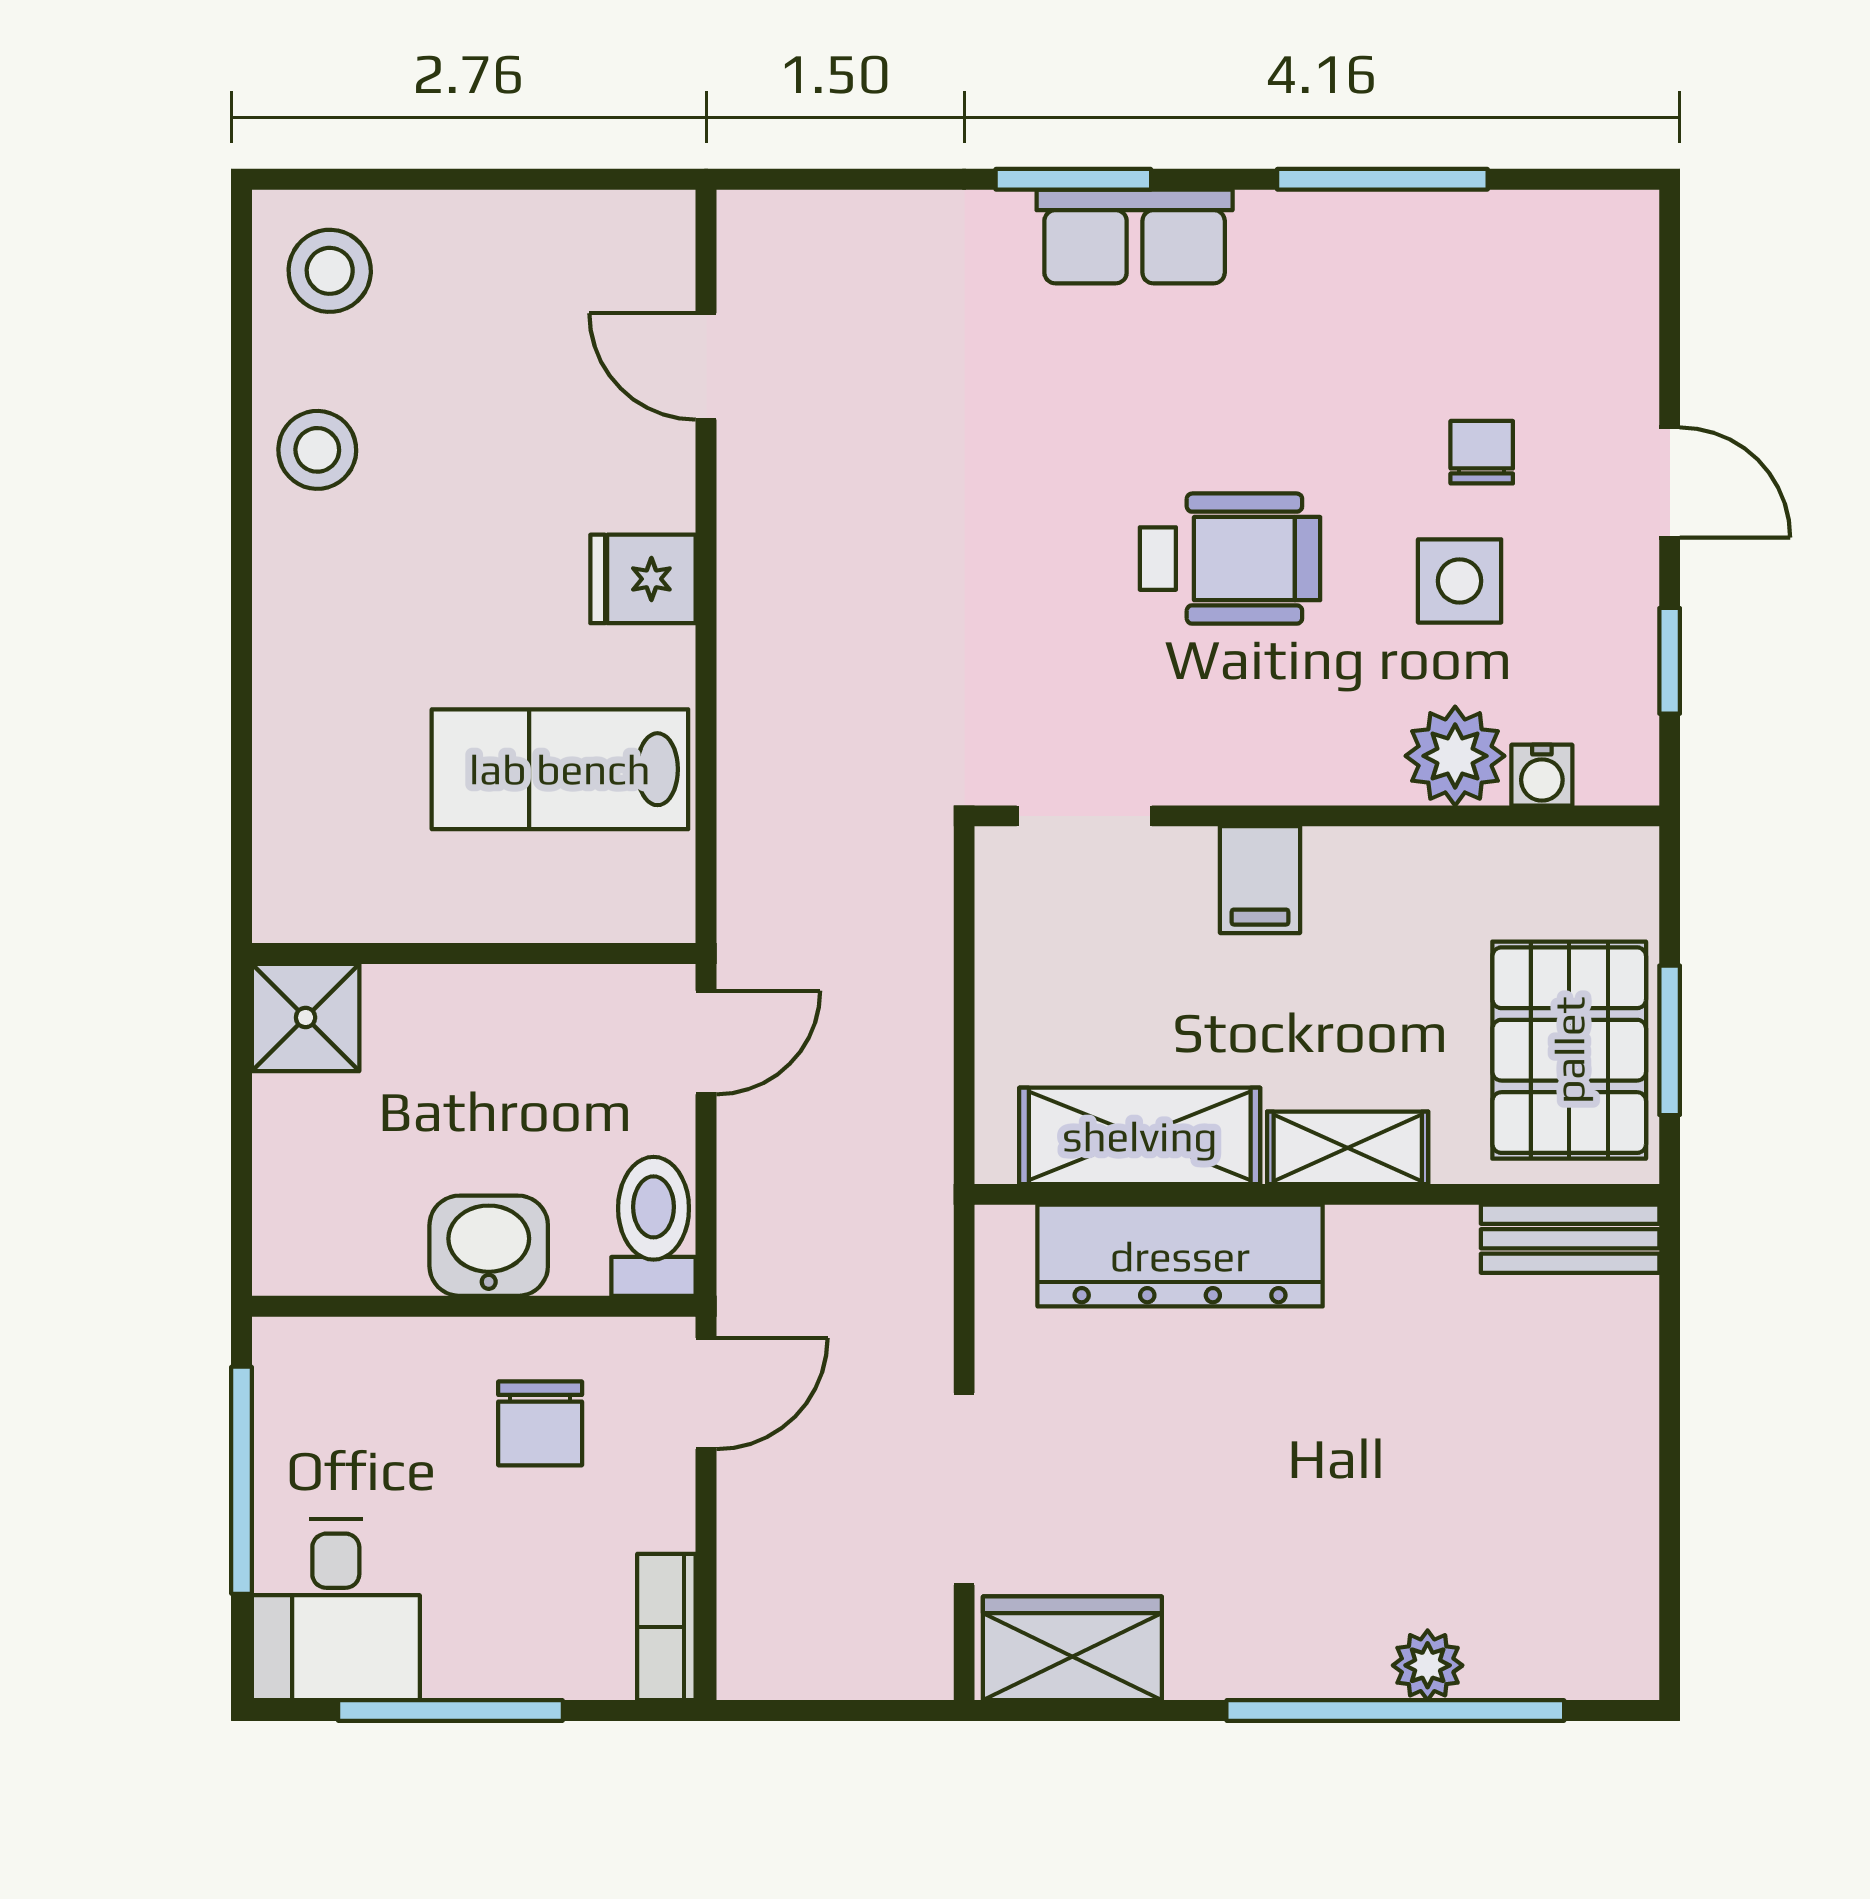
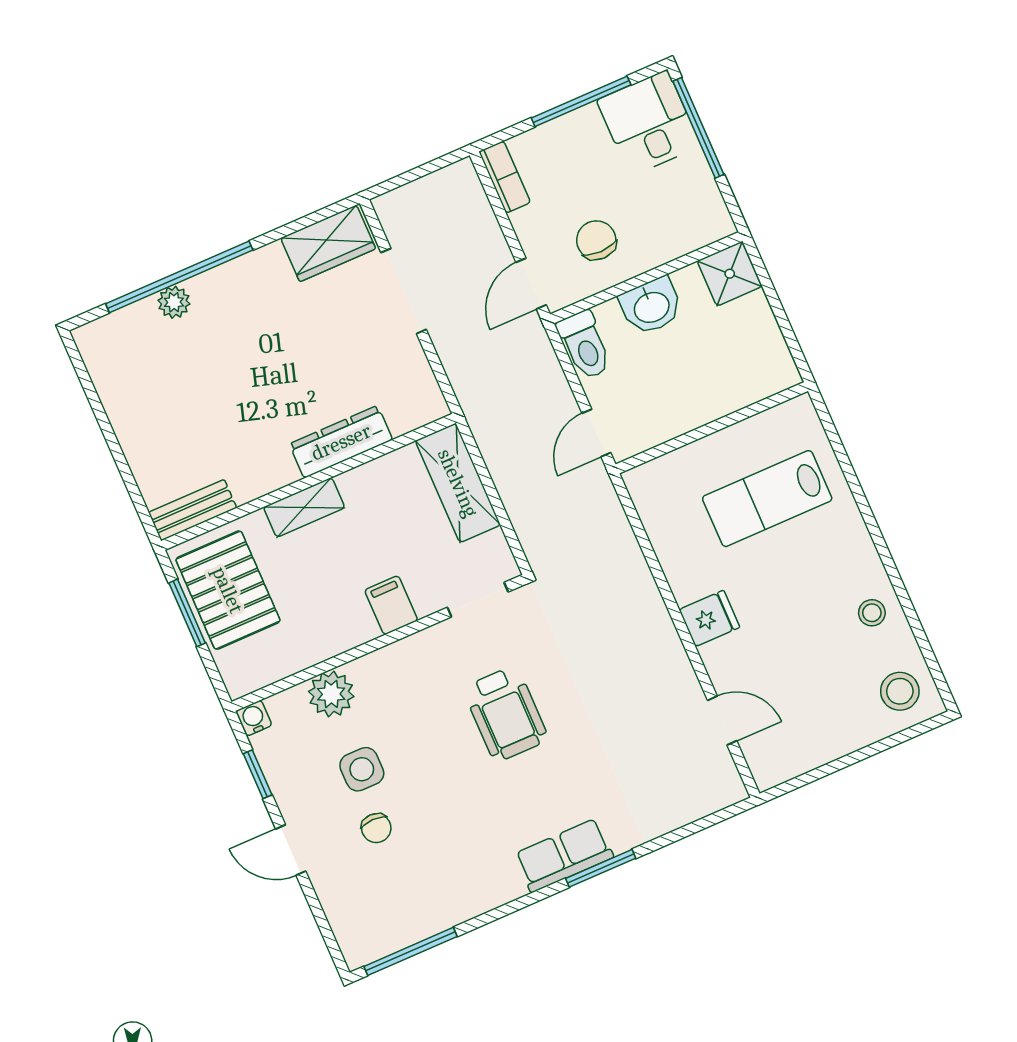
window: (1382, 179) -> (410, 951), moved
stool: (317, 450) -> (872, 613), width x0.73, depth x0.73
wheelchair: (1230, 559) -> (506, 714), moved, turned -90
lab bench: (560, 769) -> (767, 499), moved, turned 180
water cooler: (1542, 775) -> (254, 718), moved
shower: (306, 1018) -> (730, 274), moved
shelving: (1140, 1136) -> (458, 483), moved, turned 90
dresser: (1180, 1256) -> (341, 442), width x0.73, depth x0.80
window: (242, 1480) -> (698, 128), moved

